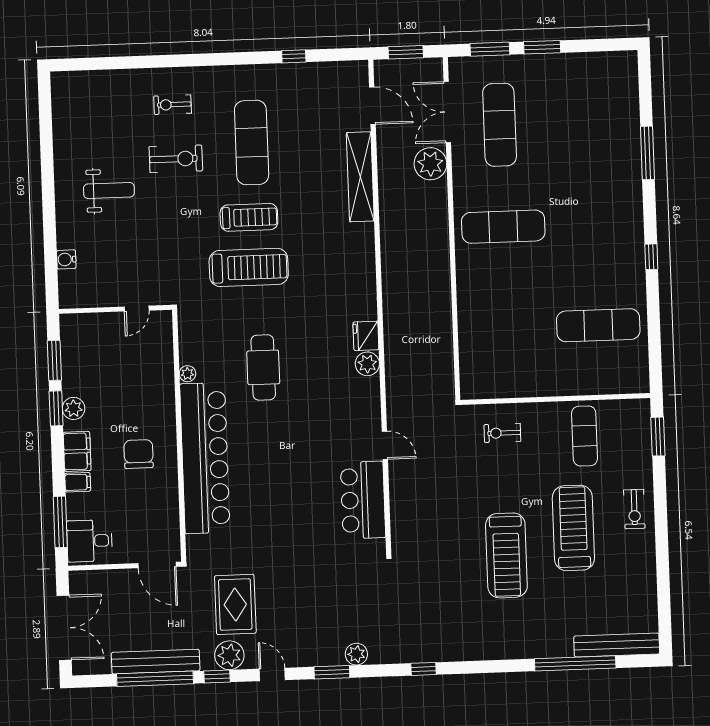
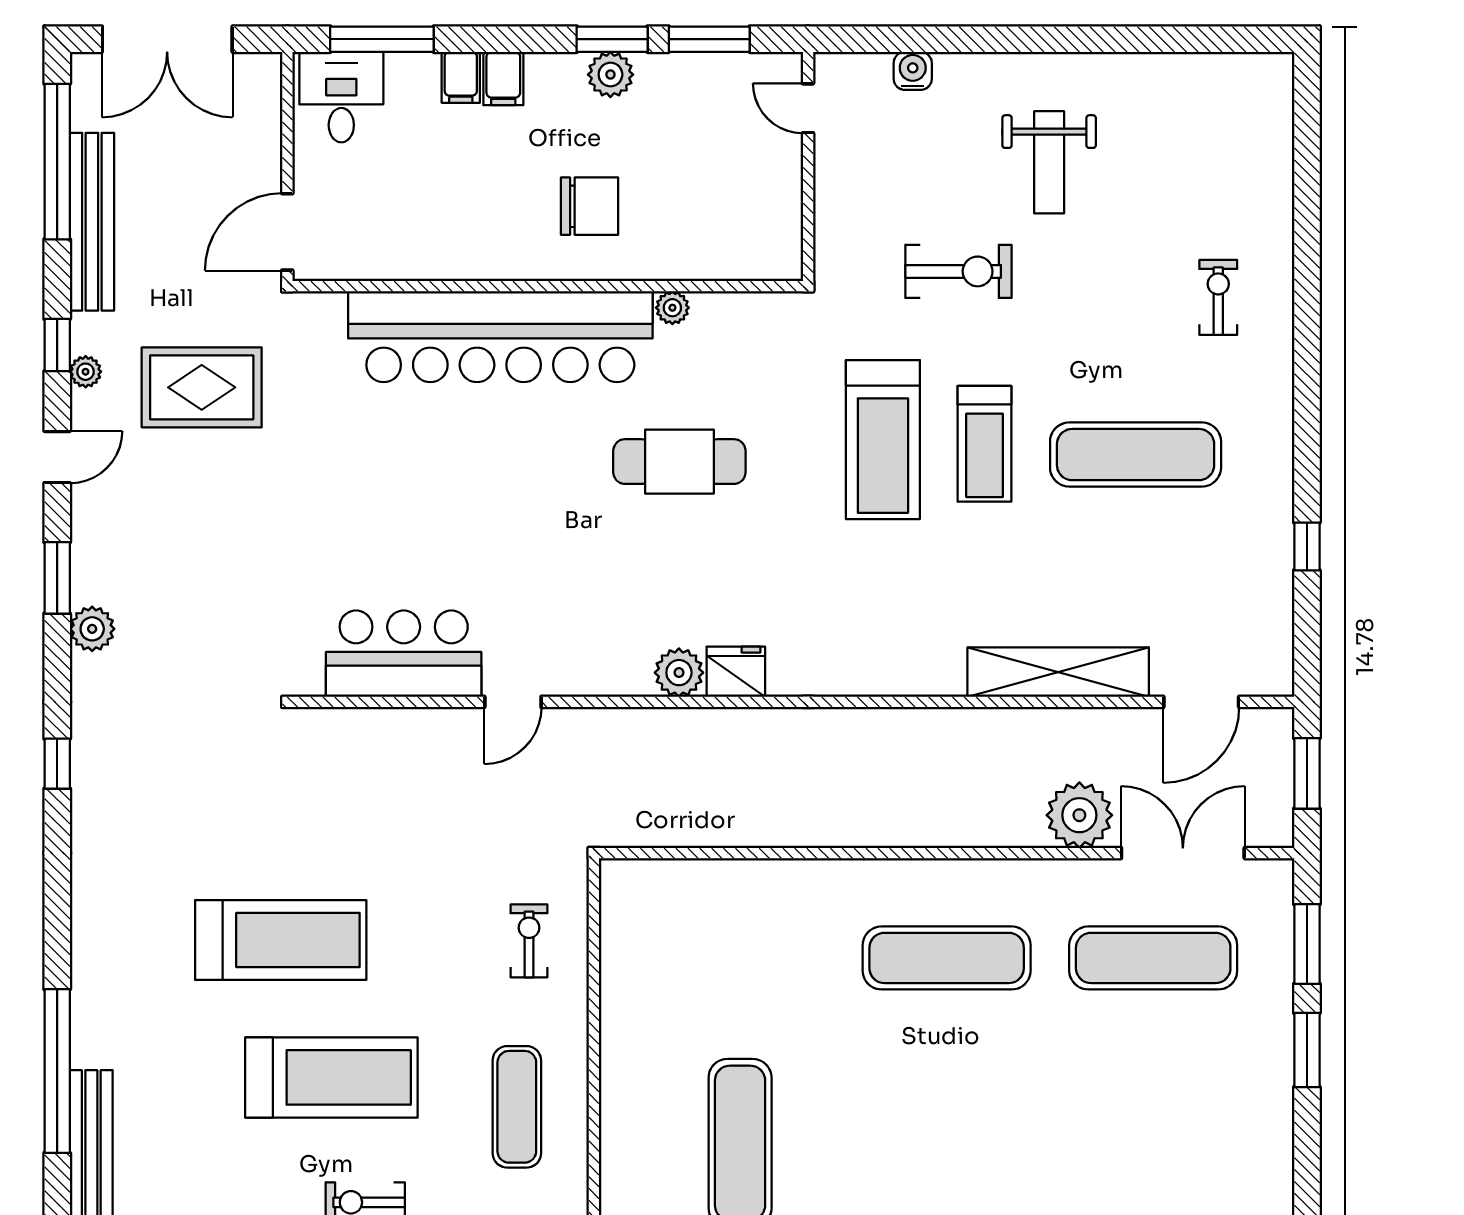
exercise bike: (176, 159) -> (958, 271), moved, turned -90
exercise mat: (503, 227) -> (947, 958), turned 90
door: (137, 309) -> (808, 108), moved
exercise mat: (584, 436) -> (517, 1107), turned 90
filing cabinet: (77, 451) -> (503, 78), width x0.50
chair: (139, 454) -> (590, 206), moved
treadmill: (506, 555) -> (281, 940), turned 180
plant: (229, 655) -> (86, 372), width x0.53, depth x0.53
window: (155, 679) -> (57, 162), moved

